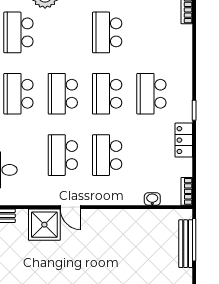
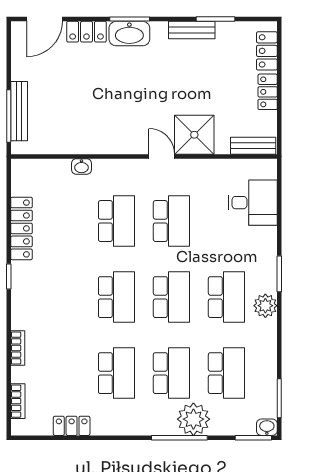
school desk: (151, 94) -> (171, 373), moved
locker: (184, 140) -> (21, 228), width x1.53
bookcase: (187, 191) -> (18, 348), moved
washbasin: (152, 199) -> (81, 166), moved

